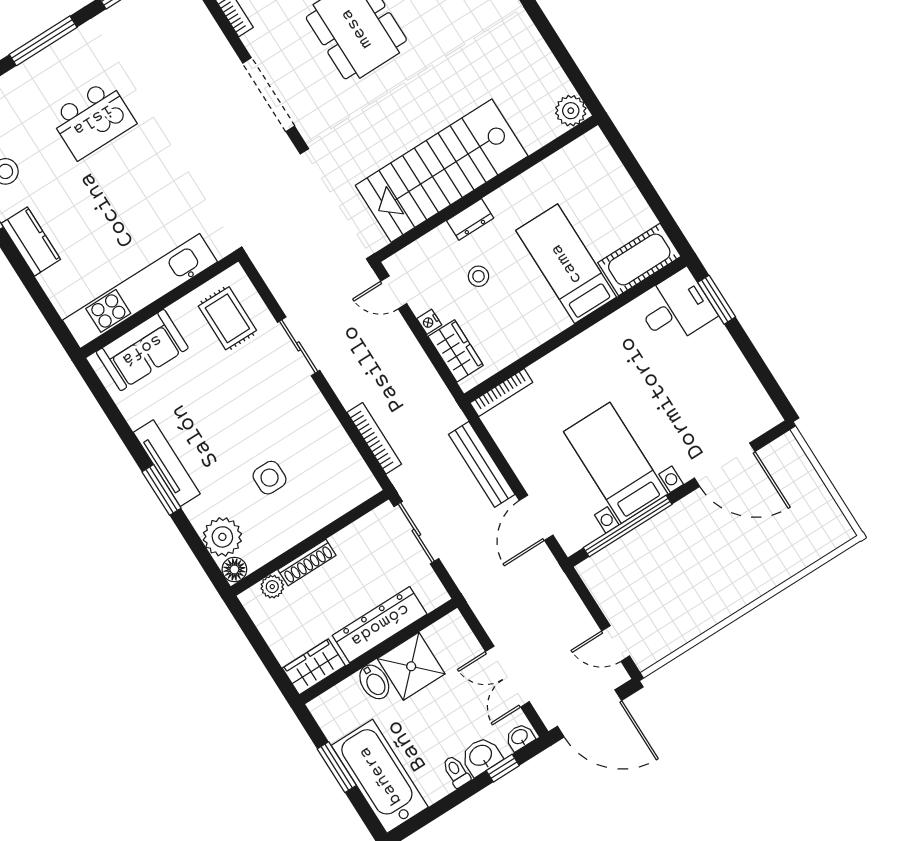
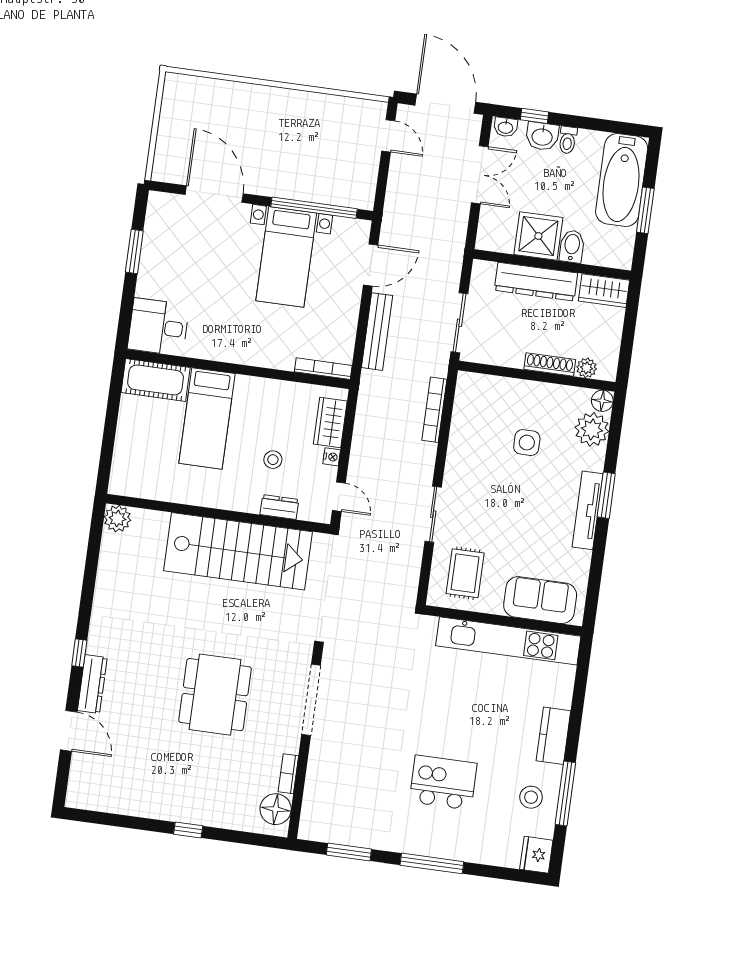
dresser: (470, 219) -> (279, 507), moved
window: (717, 300) -> (134, 252), moved

